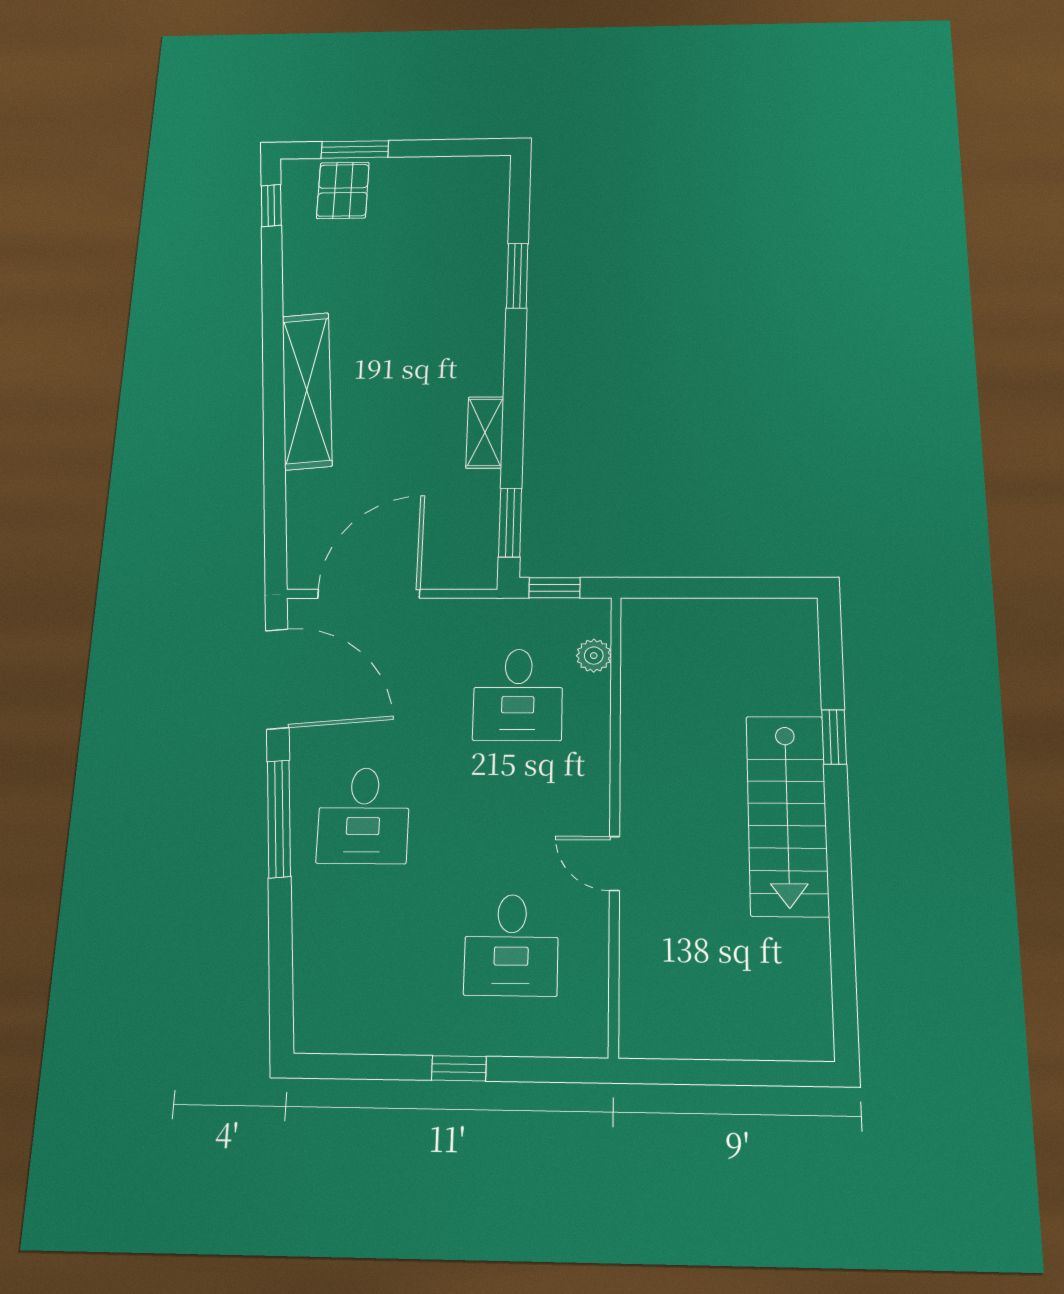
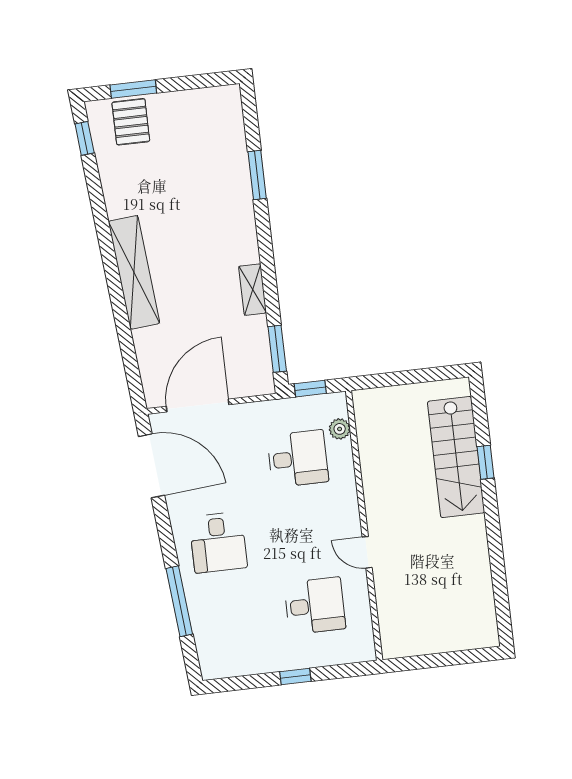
desk: (518, 695) -> (298, 459), turned -90
stairs: (787, 815) -> (456, 457), moved
window: (279, 818) -> (179, 601), moved
desk: (511, 945) -> (315, 606), turned -90

